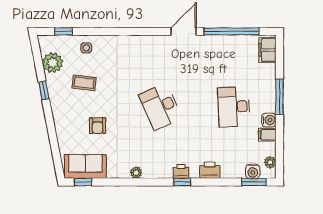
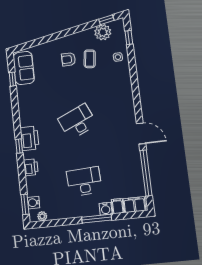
window: (44, 90) -> (106, 20), moved
water cooler: (269, 120) -> (106, 209), moved
armchair: (98, 126) -> (68, 59), moved
filing cabinet: (267, 135) -> (118, 206), moved
printer: (181, 171) -> (30, 138), width x1.87, depth x1.48
plant: (136, 173) -> (23, 108), removed
window: (83, 182) -> (12, 79), moved

